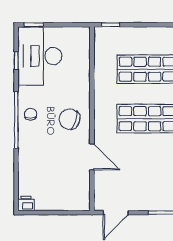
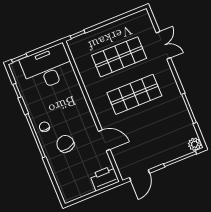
desk: (40, 56) -> (47, 68), moved, turned 90
chair: (70, 119) -> (65, 144), moved, turned 62
printer: (26, 203) -> (104, 178), moved, width x1.87, depth x1.48

